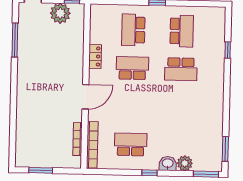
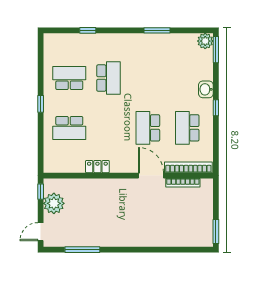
school desk: (132, 68) -> (148, 128), moved
door: (85, 97) -> (151, 176), moved
window: (225, 149) -> (157, 30), moved
plant: (185, 163) -> (205, 41), moved
window: (41, 170) -> (216, 231), moved

